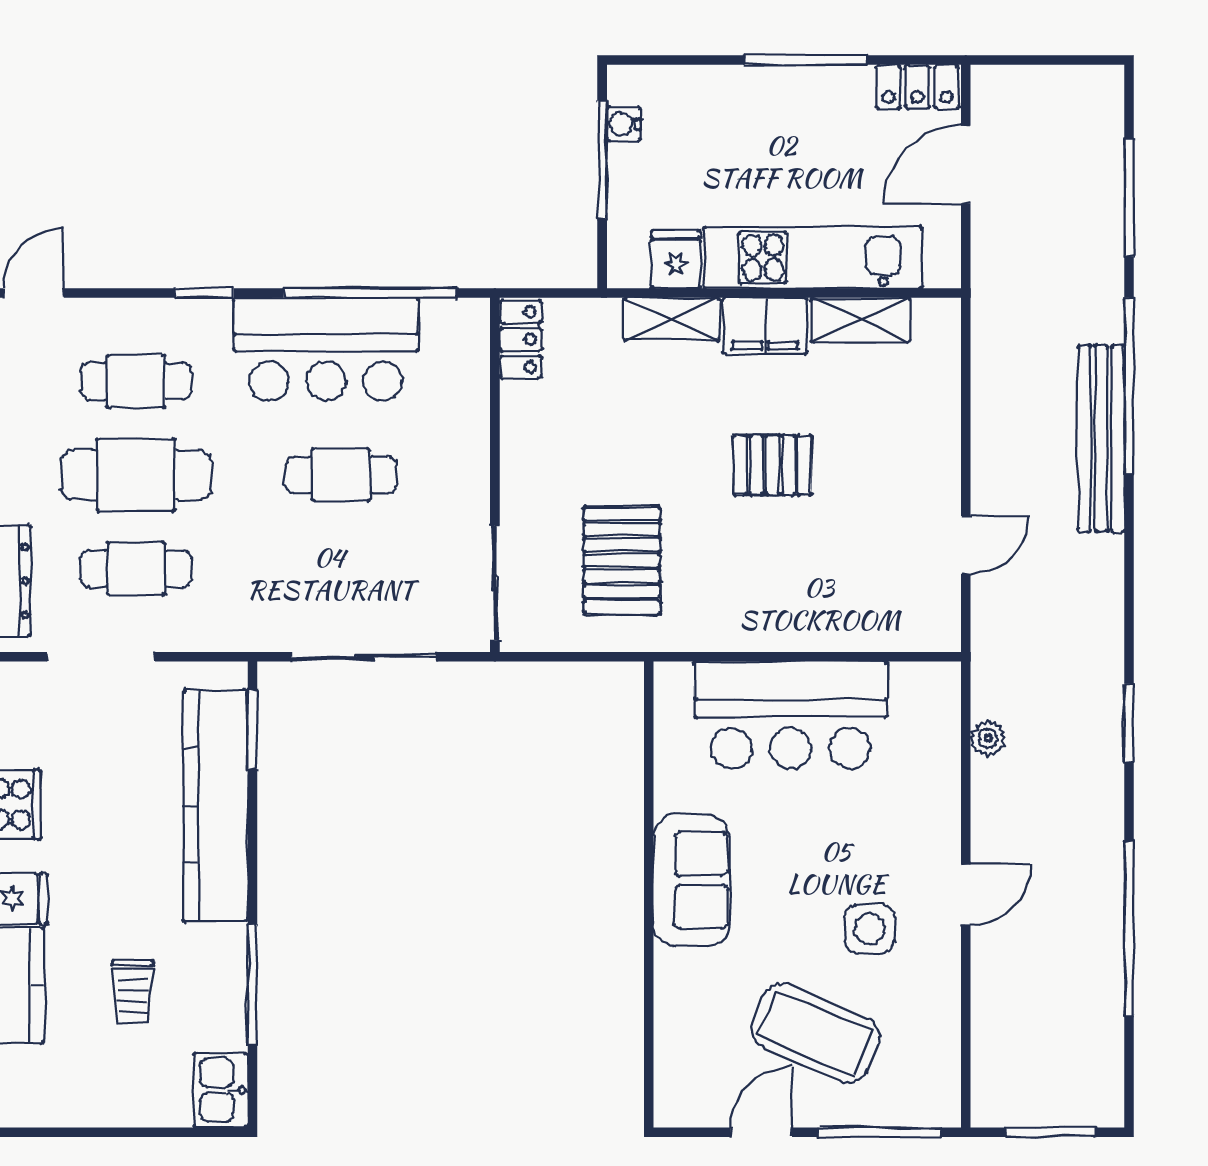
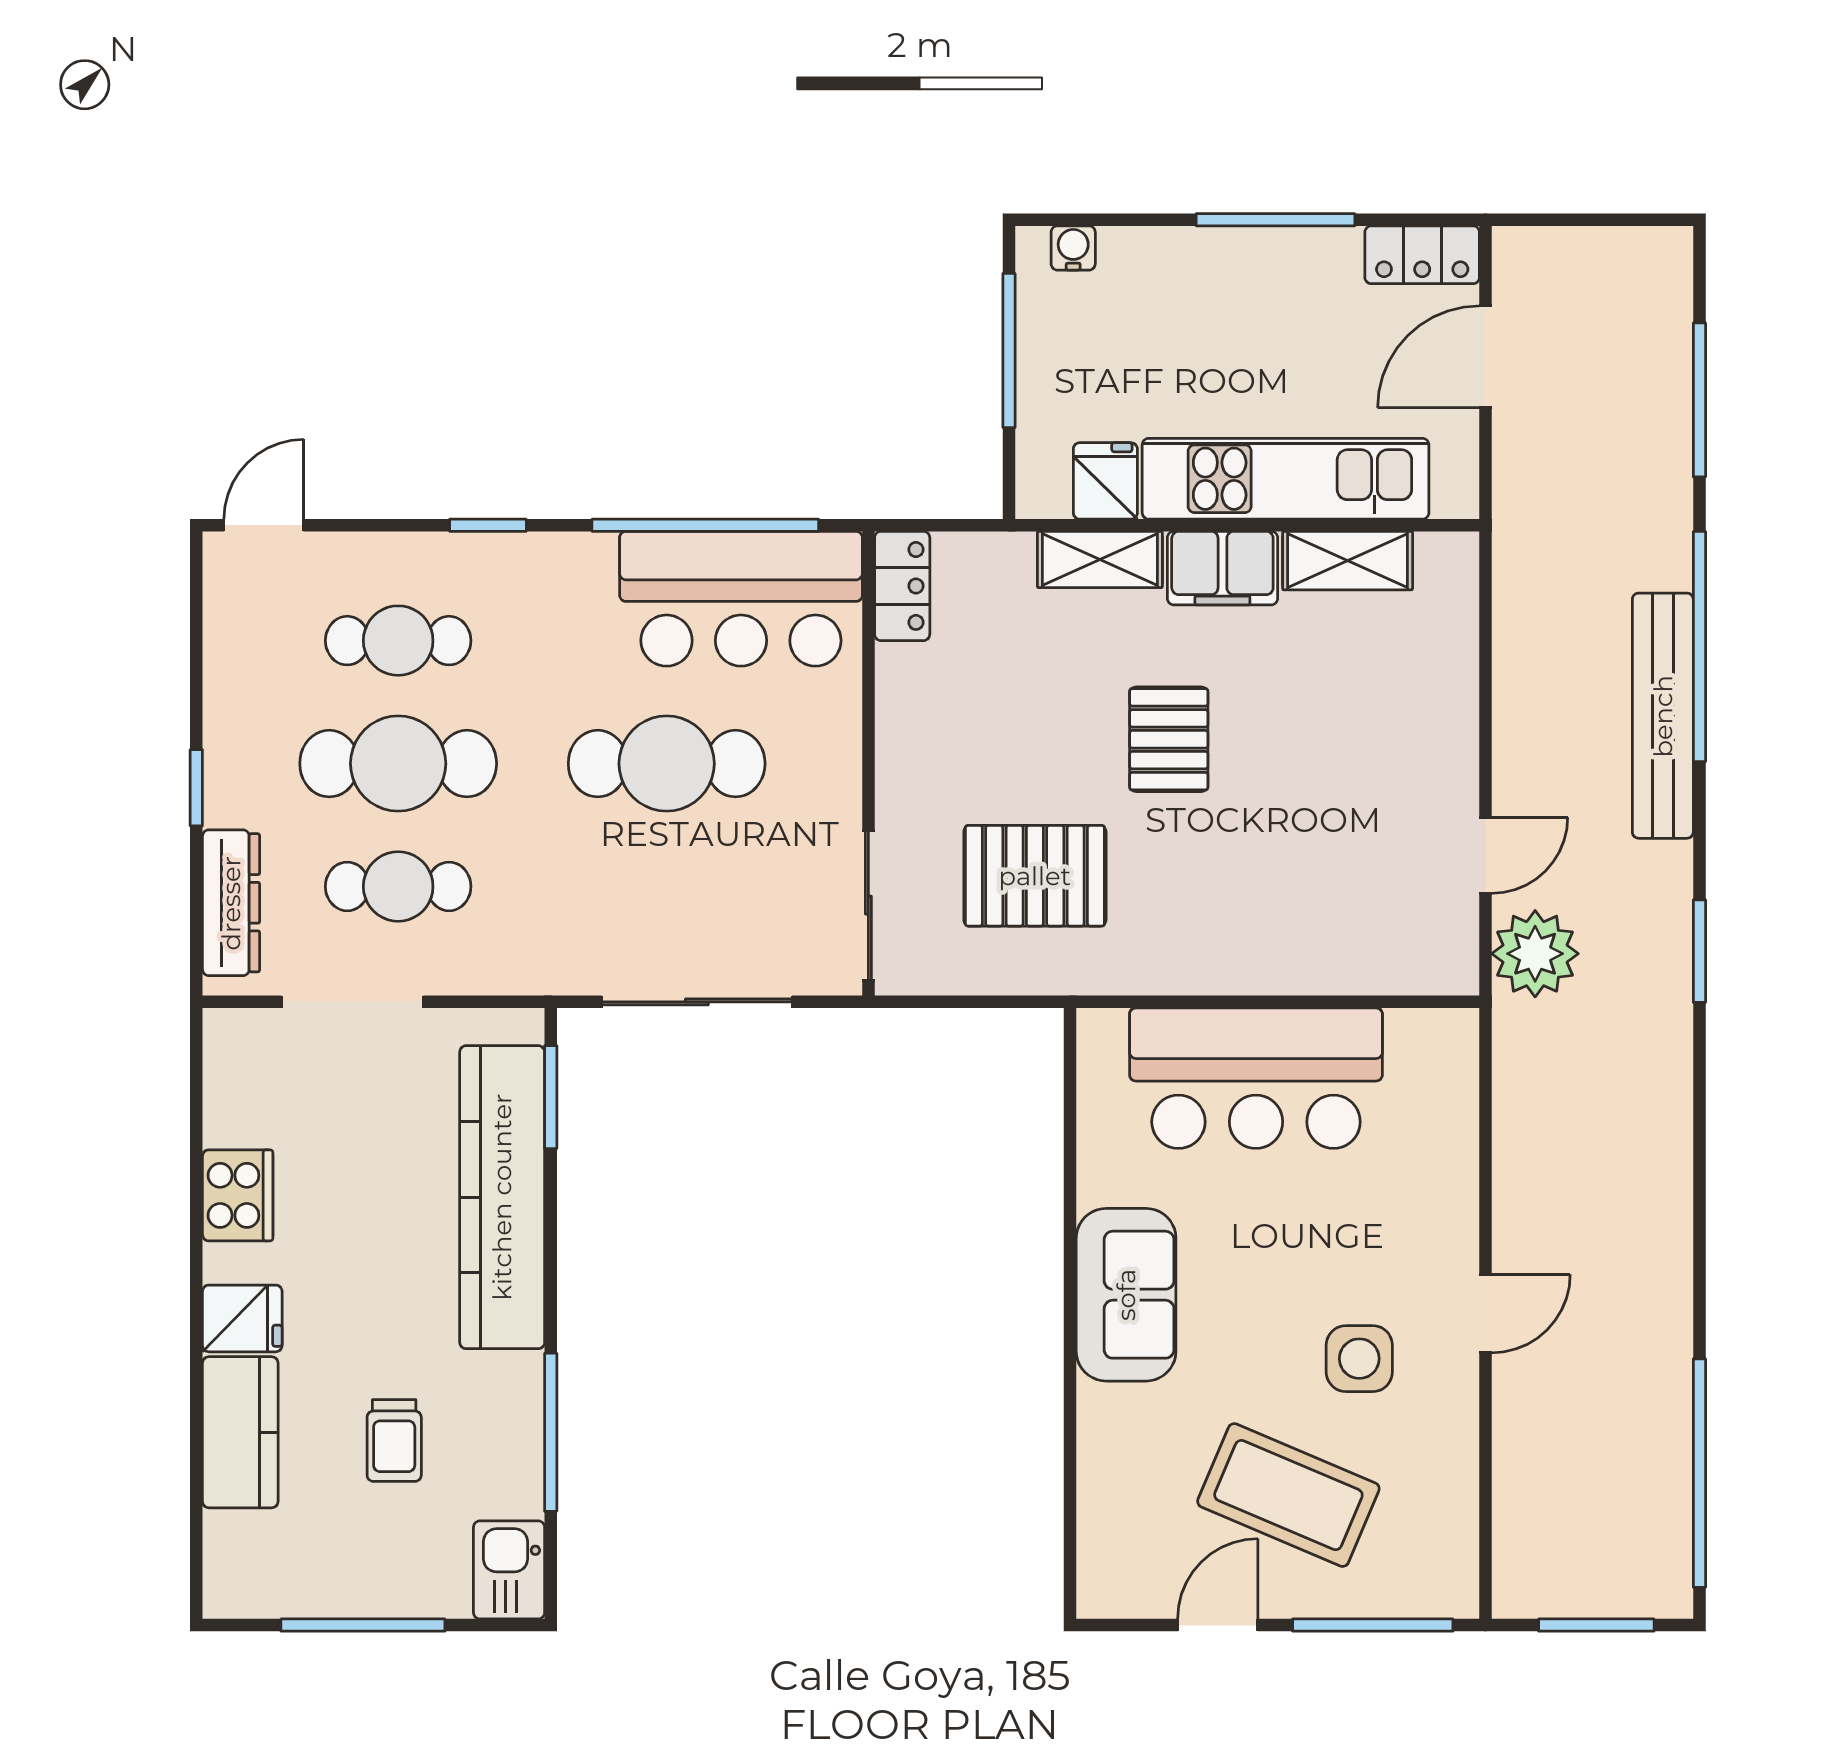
water cooler: (624, 124) -> (1073, 248), moved, turned 90
bar counter: (326, 349) -> (741, 599), moved
pallet: (773, 465) -> (1169, 739), moved, turned 90
cafe table: (341, 475) -> (667, 764), width x1.37, depth x1.35
pallet: (622, 561) -> (1035, 876), turned 90
window: (1129, 723) -> (1699, 951), moved
plant: (988, 738) -> (1535, 954), moved, width x1.88, depth x1.88
window: (1129, 929) -> (1699, 1473), moved
window: (109, 1132) -> (363, 1625), added

